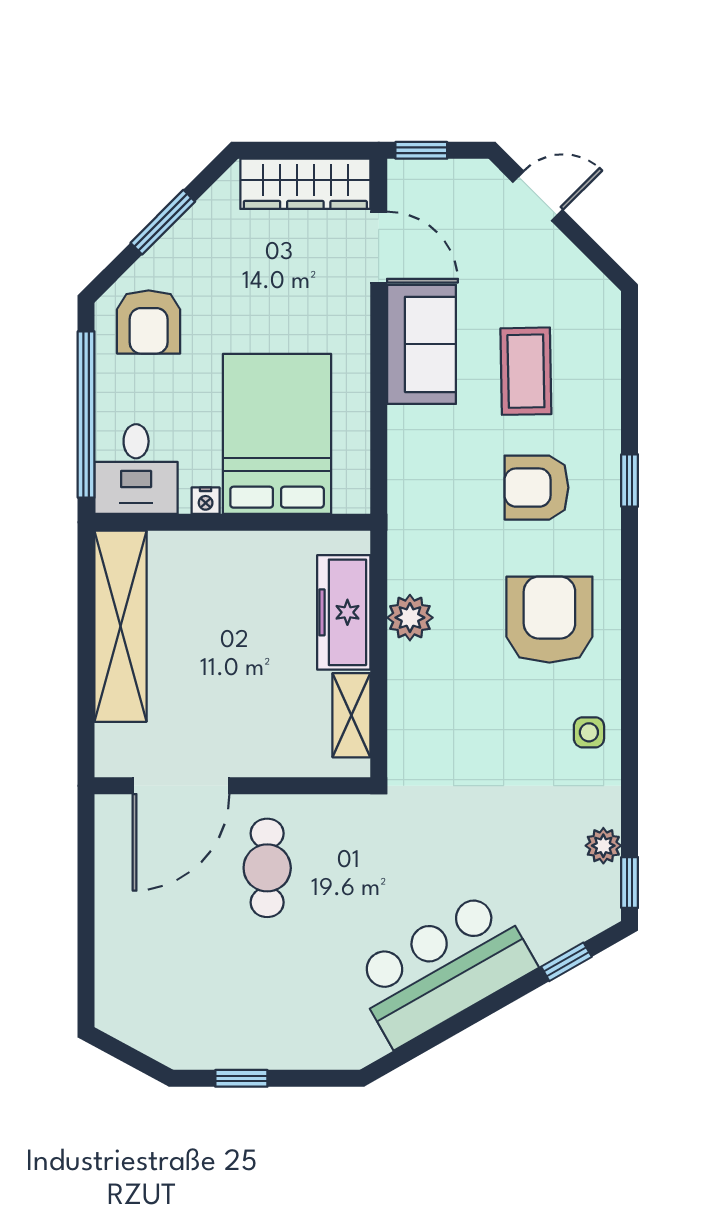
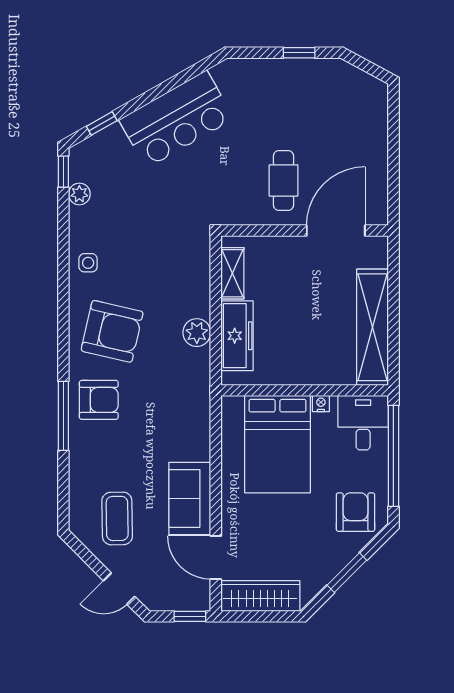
coffee table: (526, 371) -> (117, 518), moved
window: (630, 480) -> (63, 416), width x2.17
armchair: (537, 488) -> (99, 400), moved
armchair: (549, 620) -> (112, 331), turned -77

